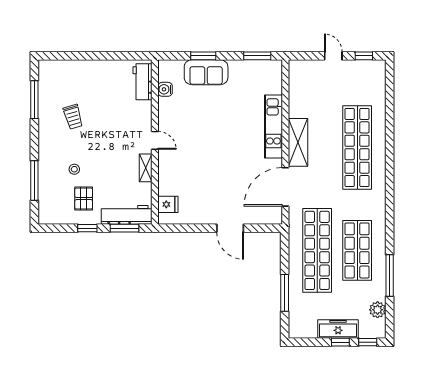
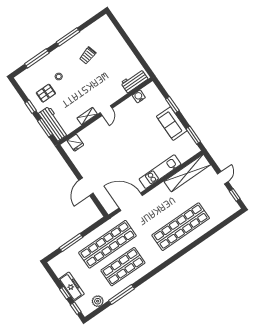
sofa: (206, 72) -> (172, 124), moved
window: (34, 100) -> (68, 37), moved
shelving: (298, 142) -> (187, 173), moved, width x1.47

